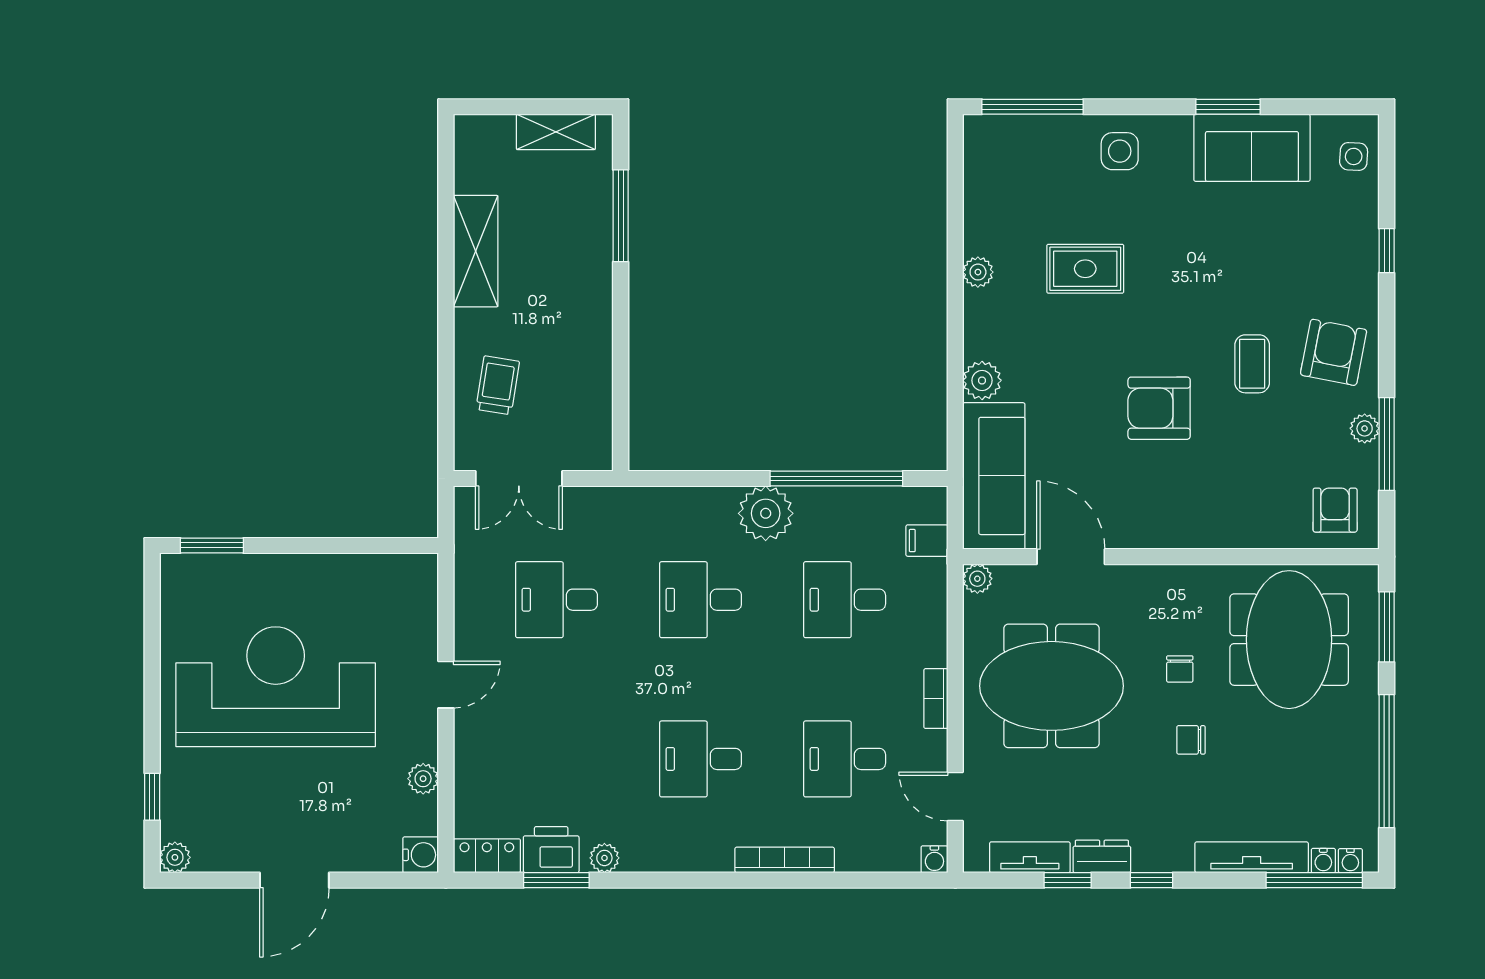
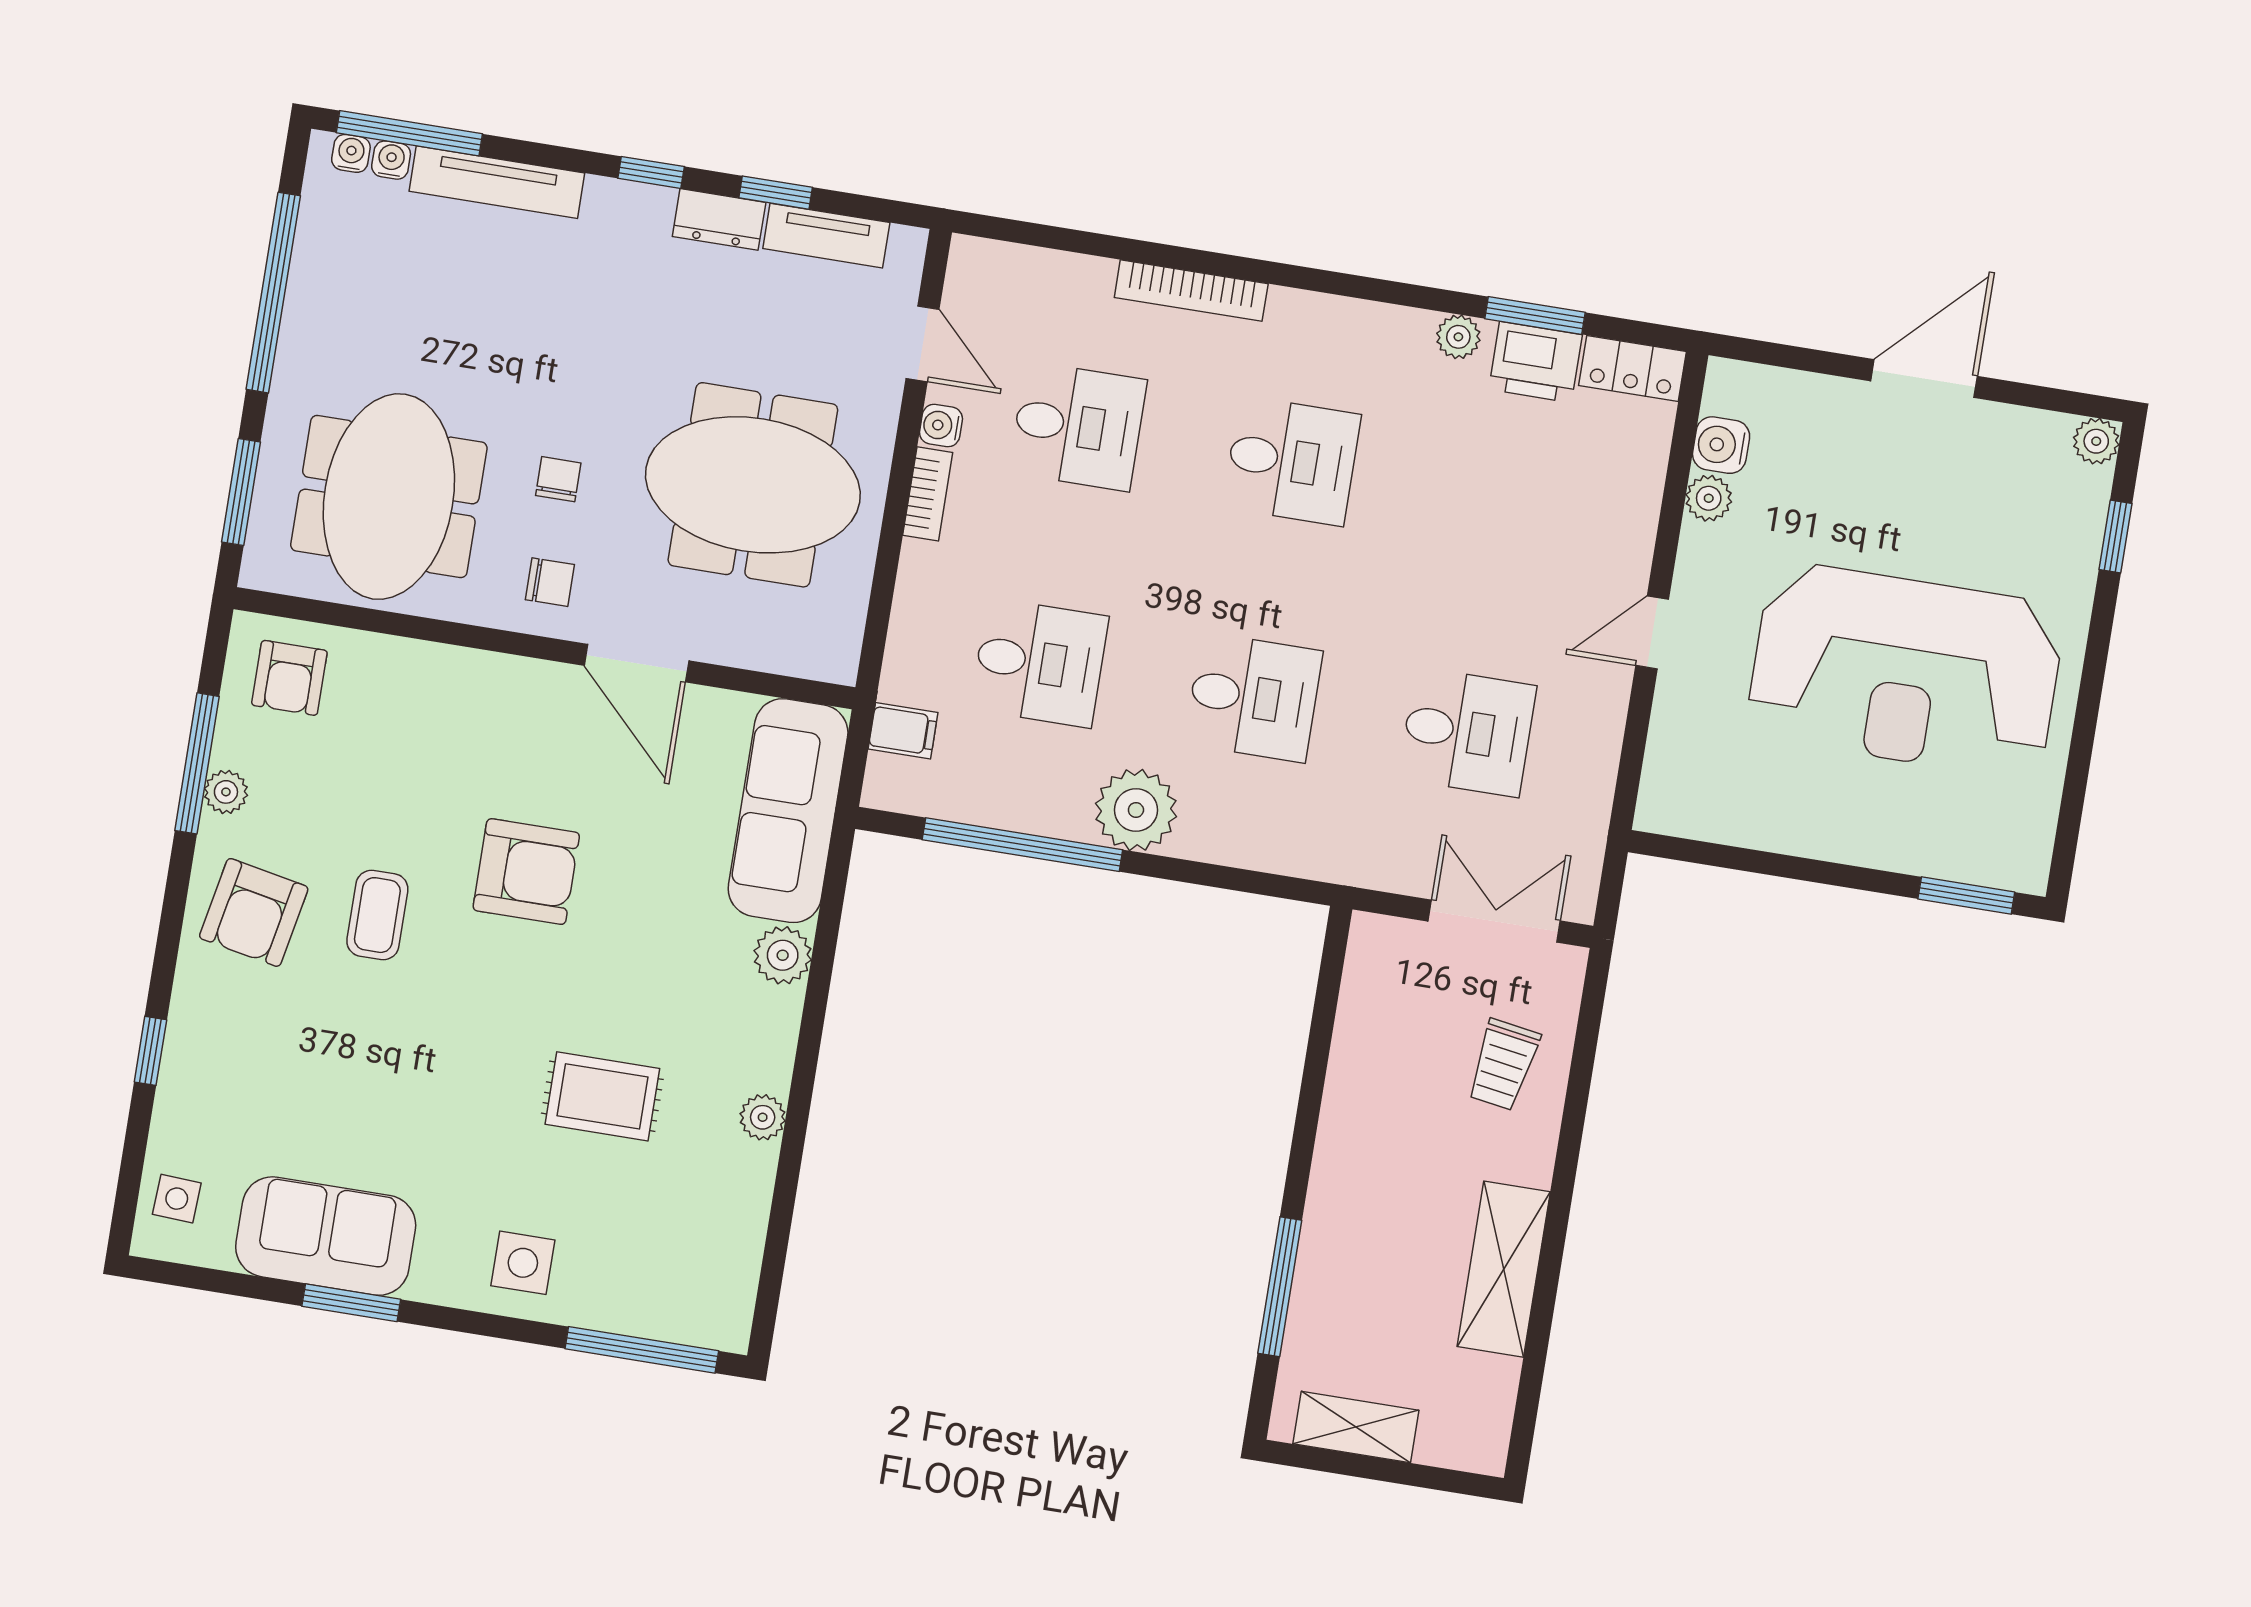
door: (1071, 557) -> (637, 663), moved
plant: (977, 579) -> (837, 662), removed
chair: (1191, 740) -> (550, 582), moved
water cooler: (421, 855) -> (1721, 445), moved
water cooler: (934, 859) -> (941, 426), moved, turned -90

